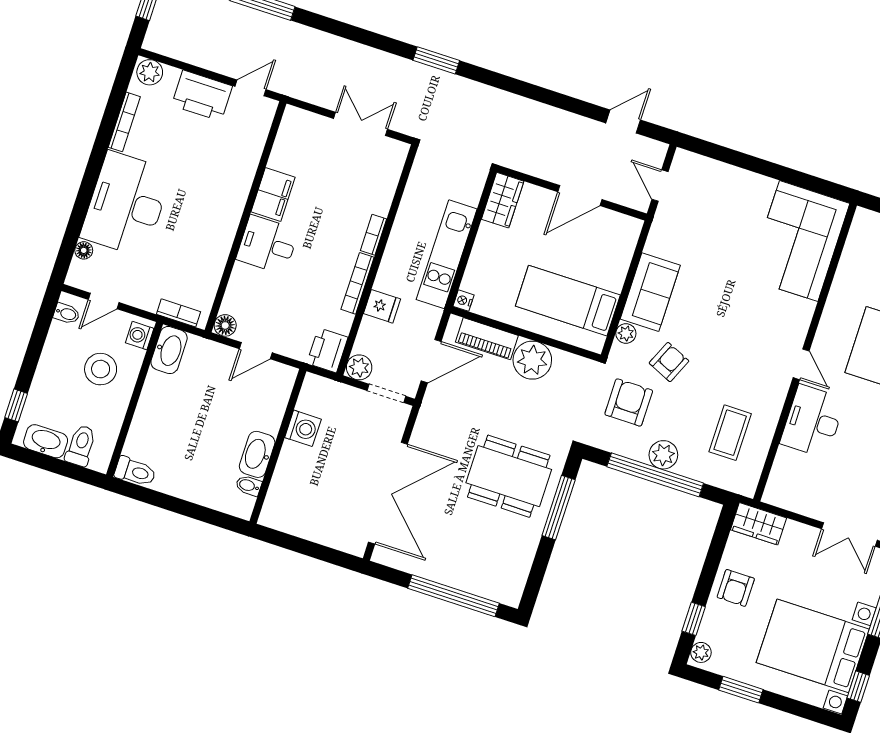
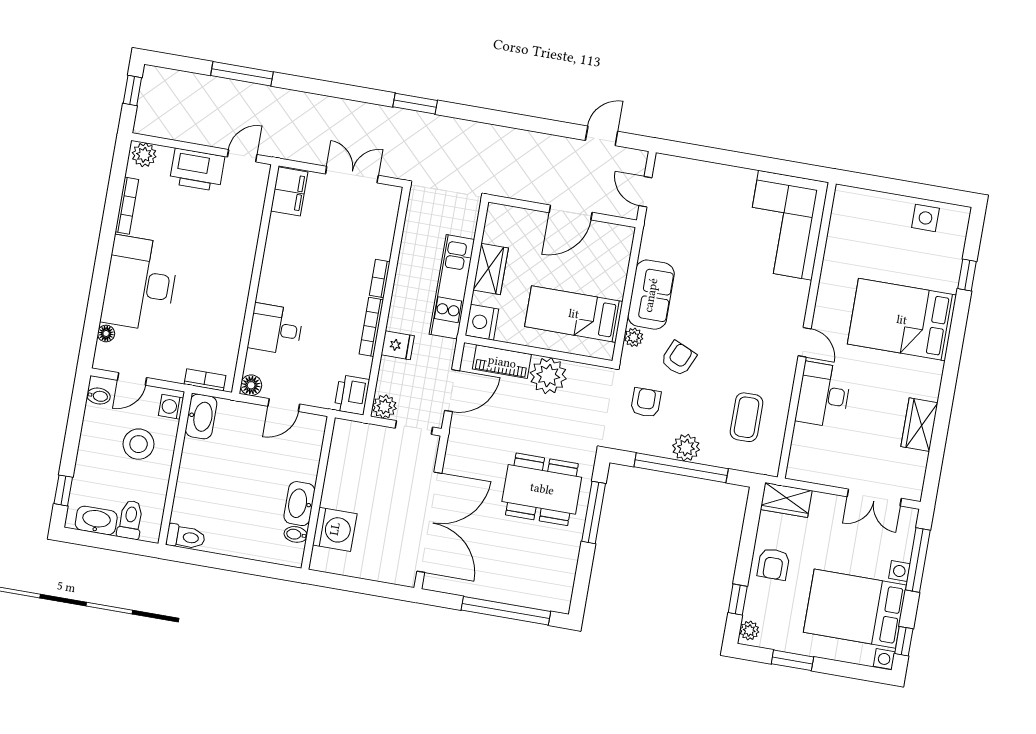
filing cabinet: (273, 195) -> (289, 191), moved
wardrobe: (503, 200) -> (491, 269), moved
desk: (267, 245) -> (275, 329), moved
nightstand: (463, 301) -> (482, 322), width x1.89, depth x1.79
armchair: (629, 402) -> (646, 403), width x0.72, depth x0.72
washing machine: (303, 428) -> (335, 529), moved, width x1.37, depth x1.37

